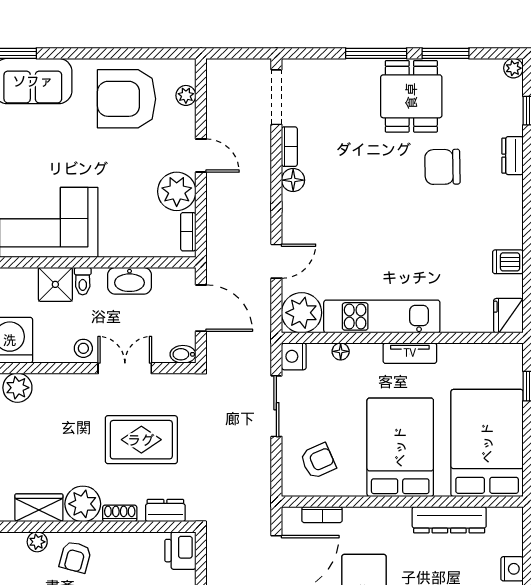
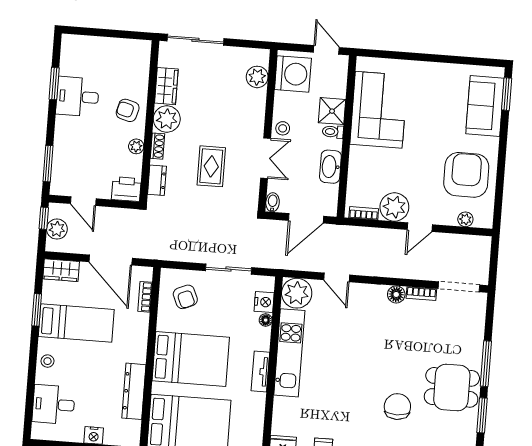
nightstand: (294, 356) -> (264, 302), moved, turned 90
rug: (141, 440) -> (211, 166), width x0.73, depth x0.70
plant: (37, 542) -> (136, 146), moved

